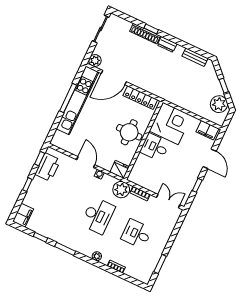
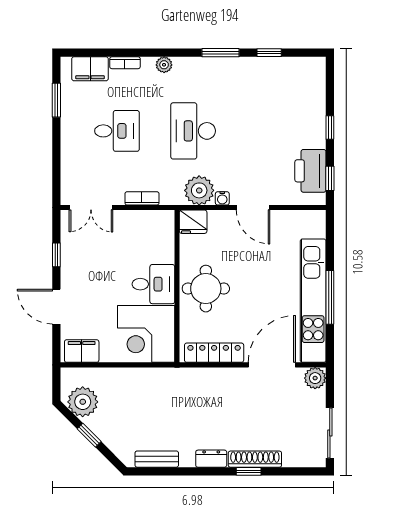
plant: (121, 190) -> (199, 190), moved
filing cabinet: (23, 215) -> (90, 69), moved, turned -90

